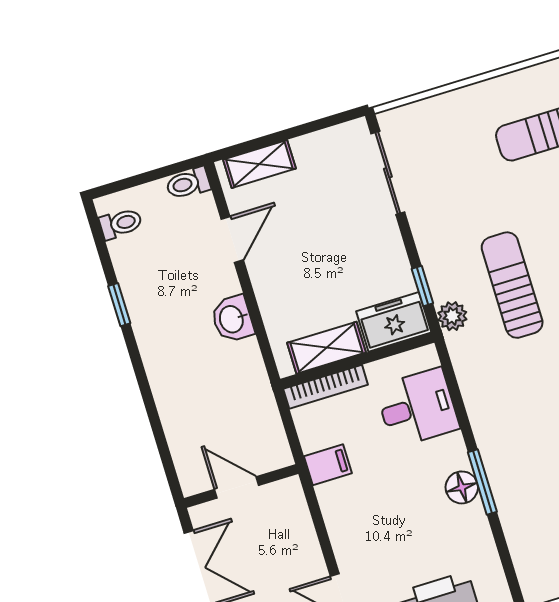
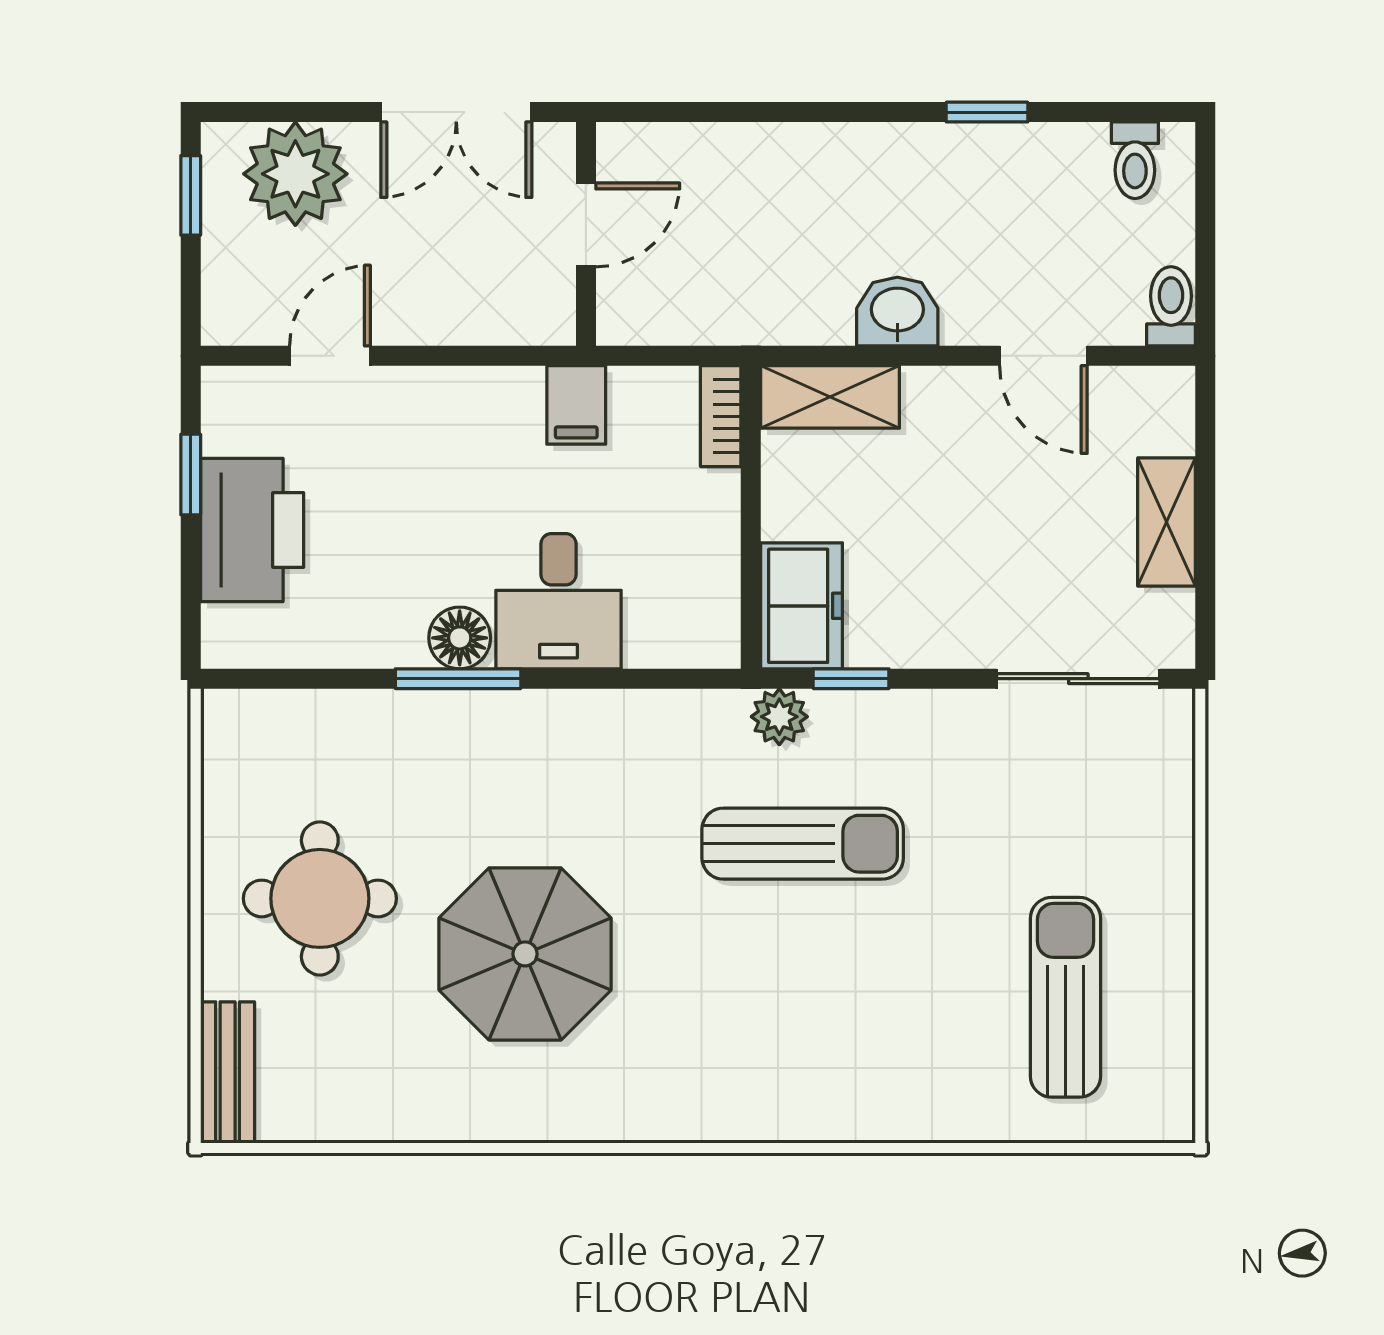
shelving: (259, 164) -> (1166, 522), moved
shelving: (327, 348) -> (830, 397), moved, turned 90
bookcase: (326, 387) -> (721, 416), width x0.64
desk: (417, 408) -> (559, 601), moved

